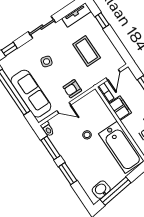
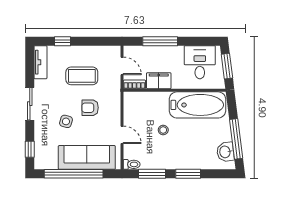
armchair: (72, 89) -> (90, 108), moved, turned 90
door: (64, 108) -> (122, 135), hinge flipped

